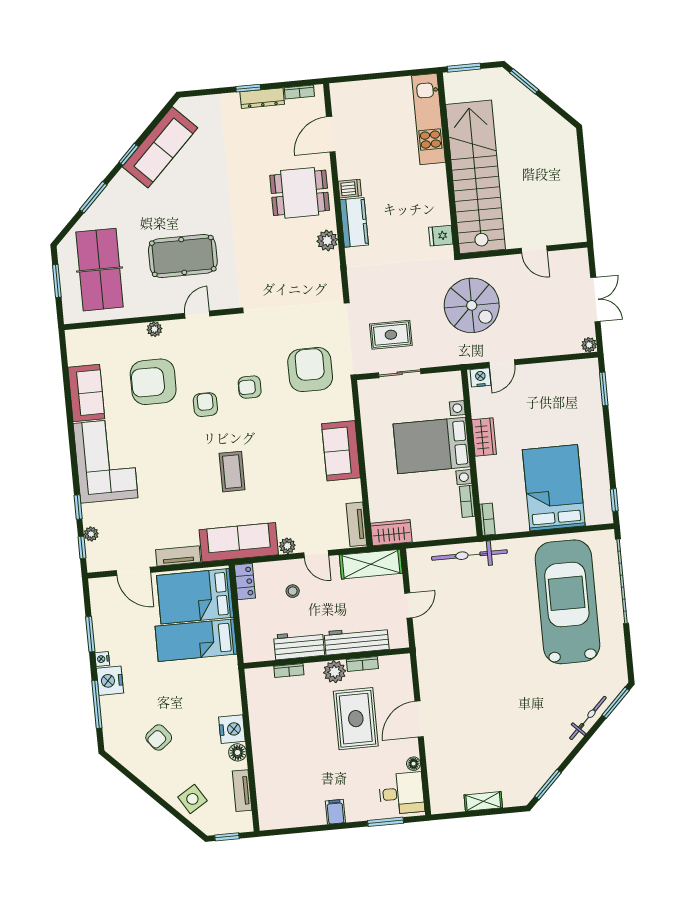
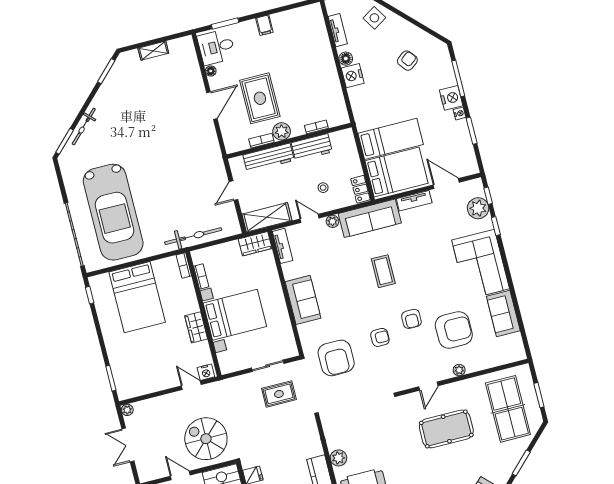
spiral stairs: (472, 305) -> (206, 439), moved
door: (502, 364) -> (191, 385), hinge flipped
plant: (91, 534) -> (478, 208), width x1.88, depth x1.88

